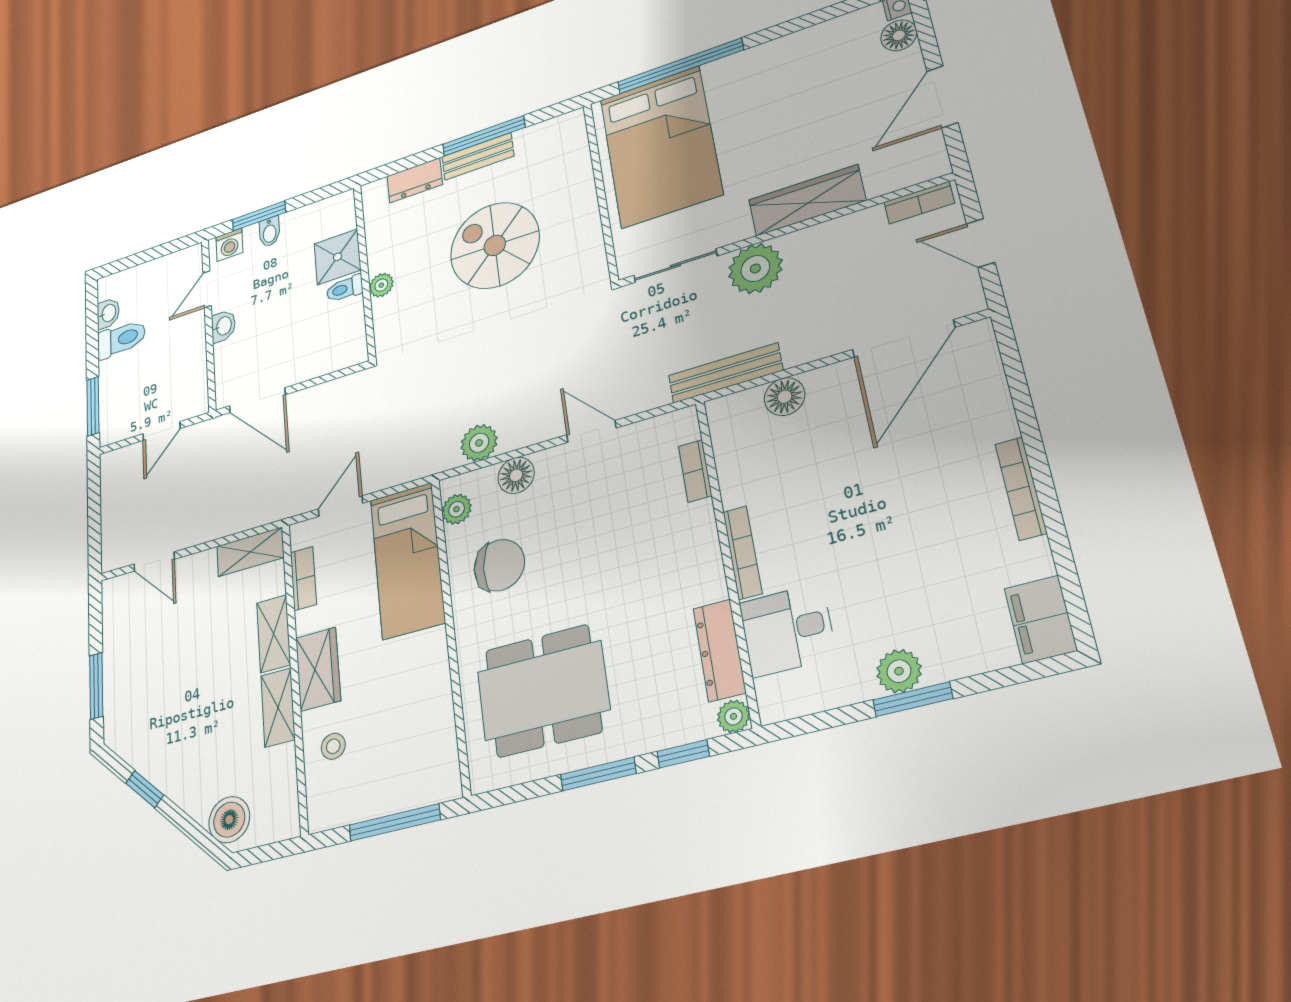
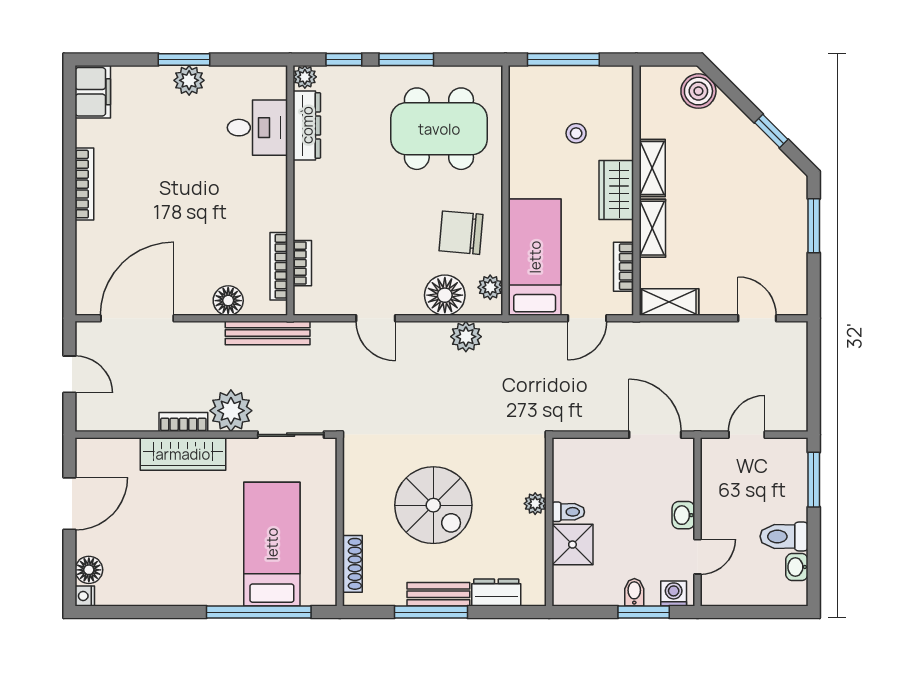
bed: (661, 146) -> (272, 544), width x0.67
shoe rack: (579, 153) -> (352, 564), added
bookcase: (919, 203) -> (183, 422), moved
floor lamp: (516, 475) -> (445, 295), width x1.38, depth x1.38
bookcase: (742, 553) -> (279, 266), moved
stool: (333, 746) -> (576, 133), moved

